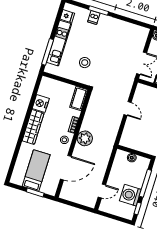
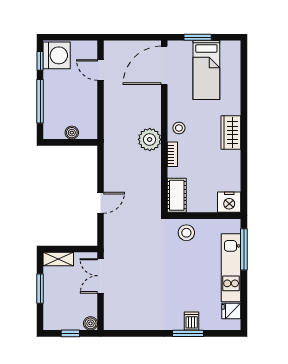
stool: (85, 63) -> (186, 233), moved
nightstand: (41, 103) -> (229, 202), moved, turned 90
door: (127, 109) -> (101, 203), swing flipped
wardrobe: (33, 127) -> (231, 133), width x0.67
door: (66, 168) -> (164, 65), moved
door: (102, 191) -> (101, 70), hinge flipped
washing machine: (130, 195) -> (57, 55), moved

